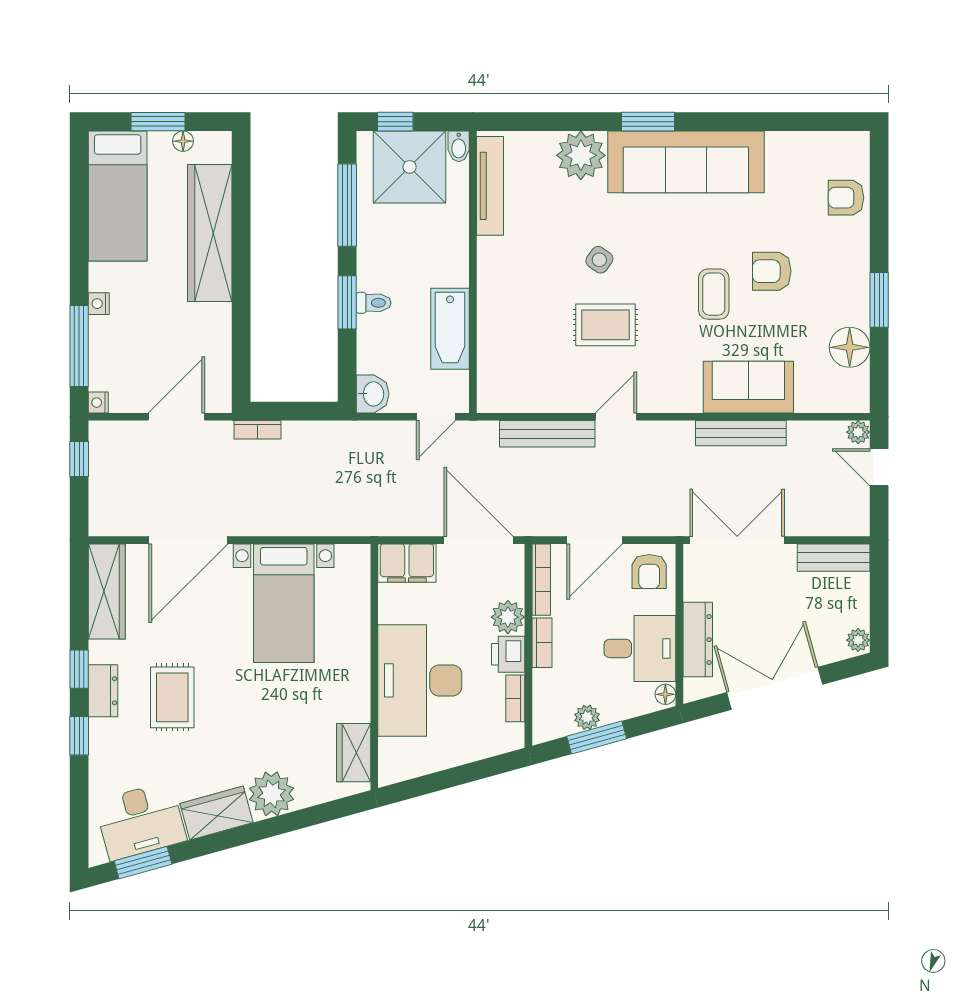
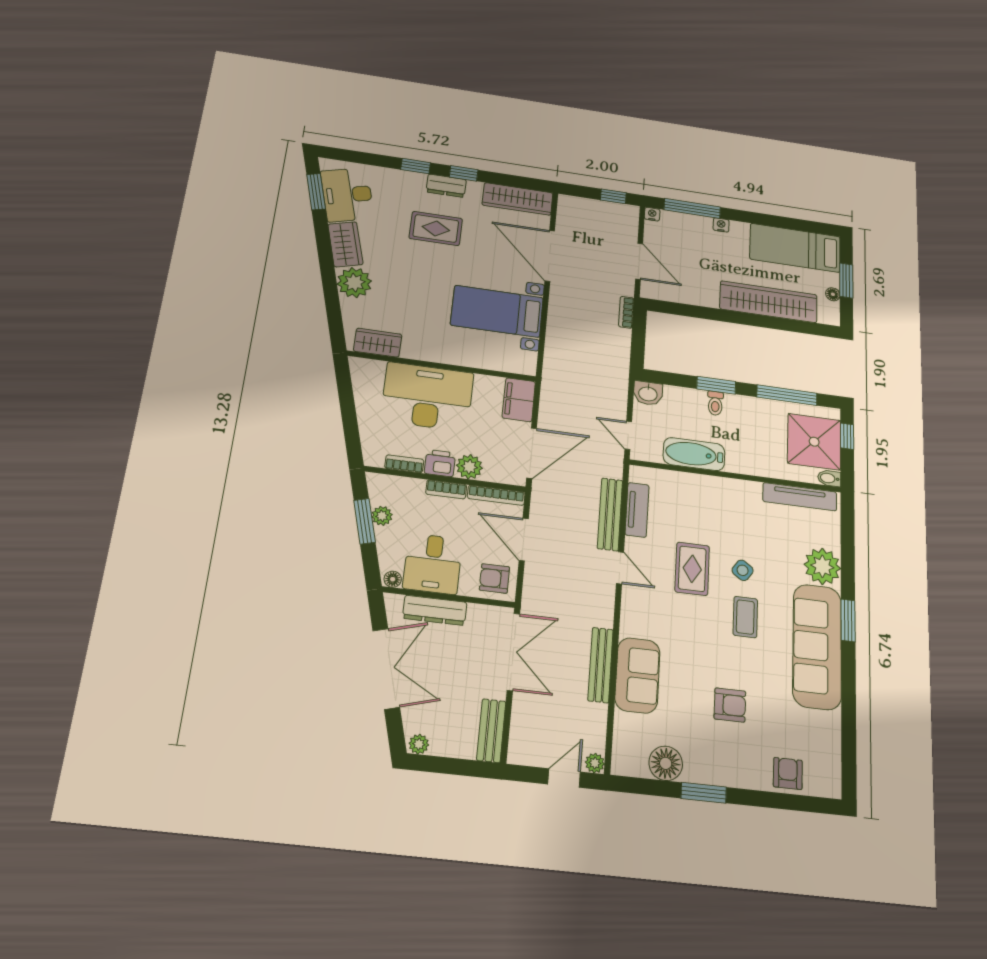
armchair: (772, 271) -> (730, 705), turned 90
coffee table: (714, 294) -> (745, 617), moved, turned 90
tv unit: (537, 399) -> (637, 510), added

